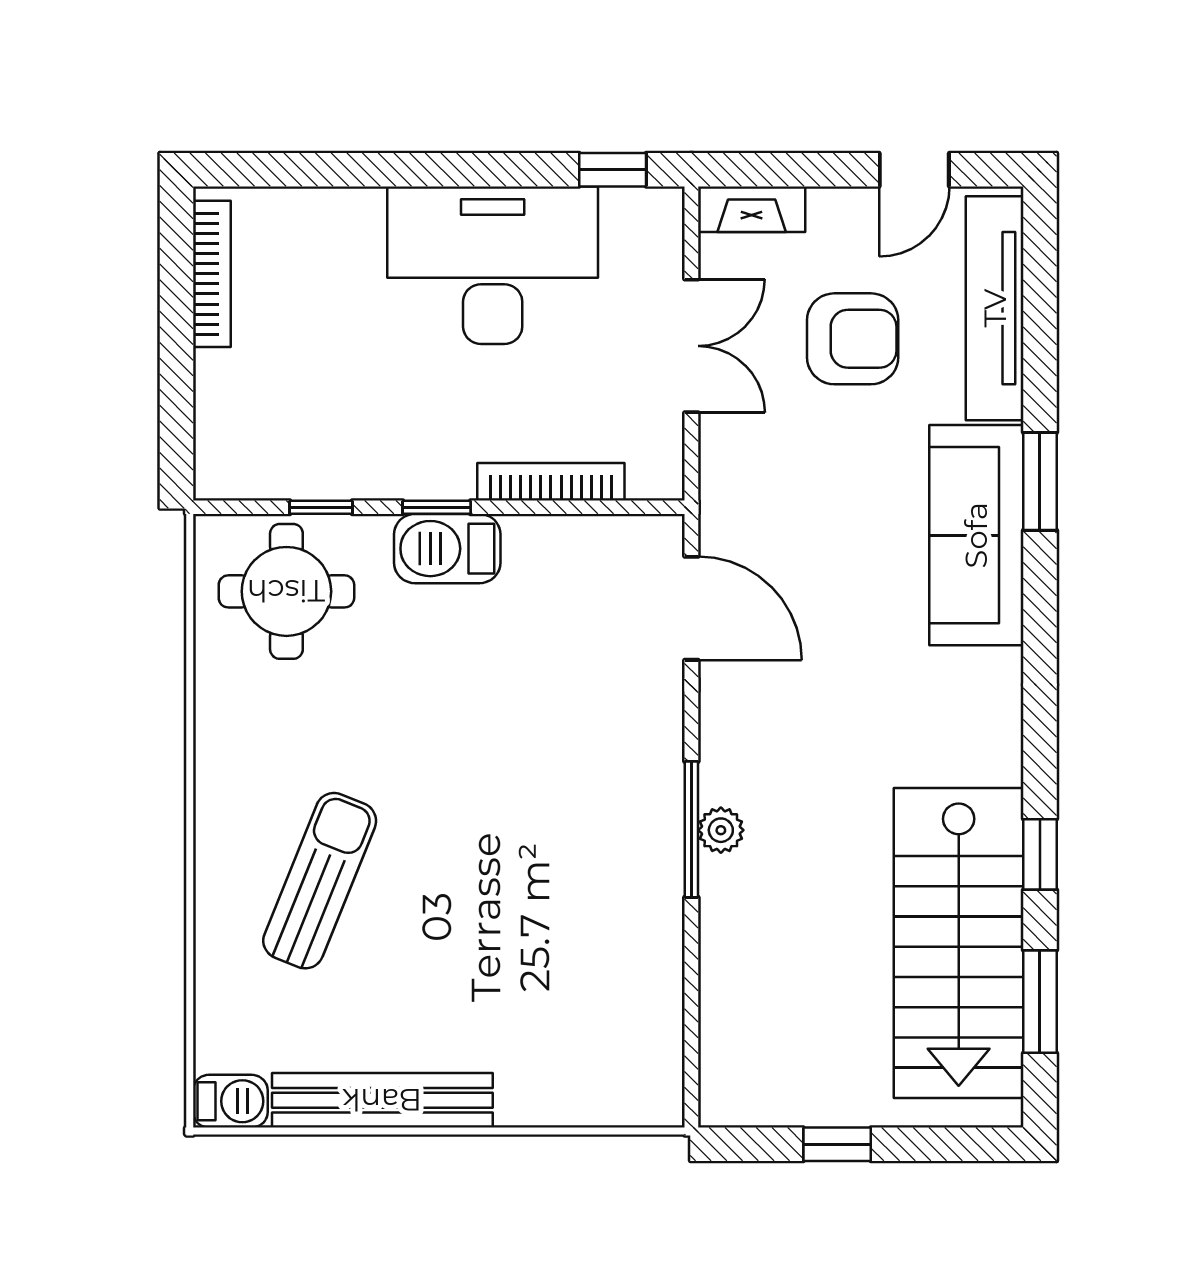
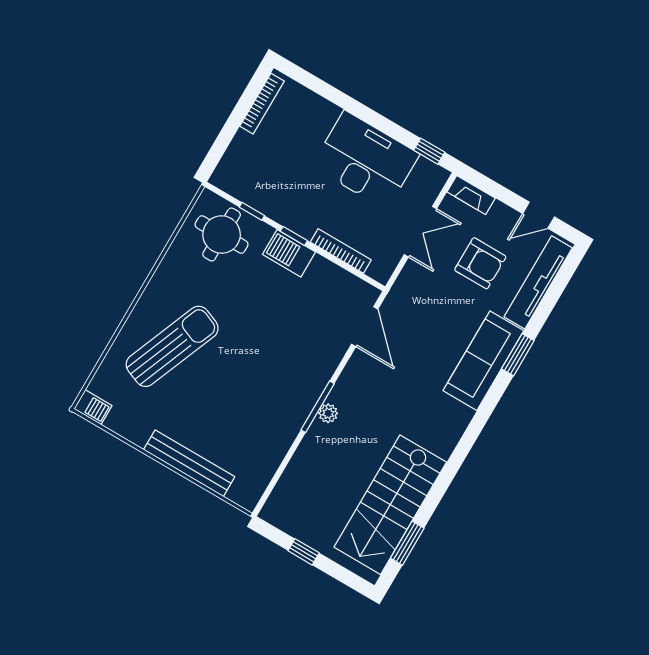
window: (1040, 854) -> (439, 490), removed
sun lounger: (320, 881) -> (172, 346), width x1.36, depth x1.34
bench: (382, 1100) -> (189, 463), moved

